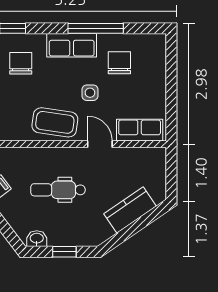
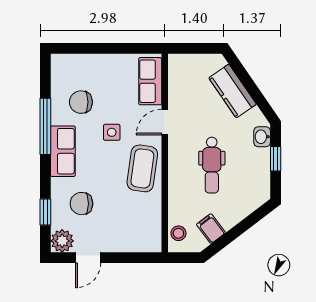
washbasin: (37, 239) -> (262, 137), moved

